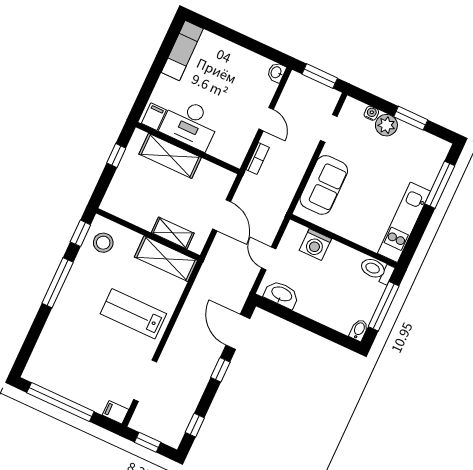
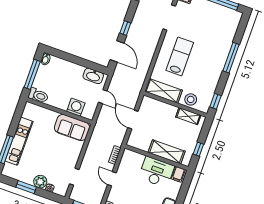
sofa: (324, 185) -> (72, 128), moved, turned -90
kitchen unit: (404, 222) -> (19, 141), moved
shelving: (173, 233) -> (188, 116), moved
stool: (103, 243) -> (191, 99), moved
window: (58, 283) -> (231, 58), moved
lab bench: (133, 314) -> (180, 56), turned -90

